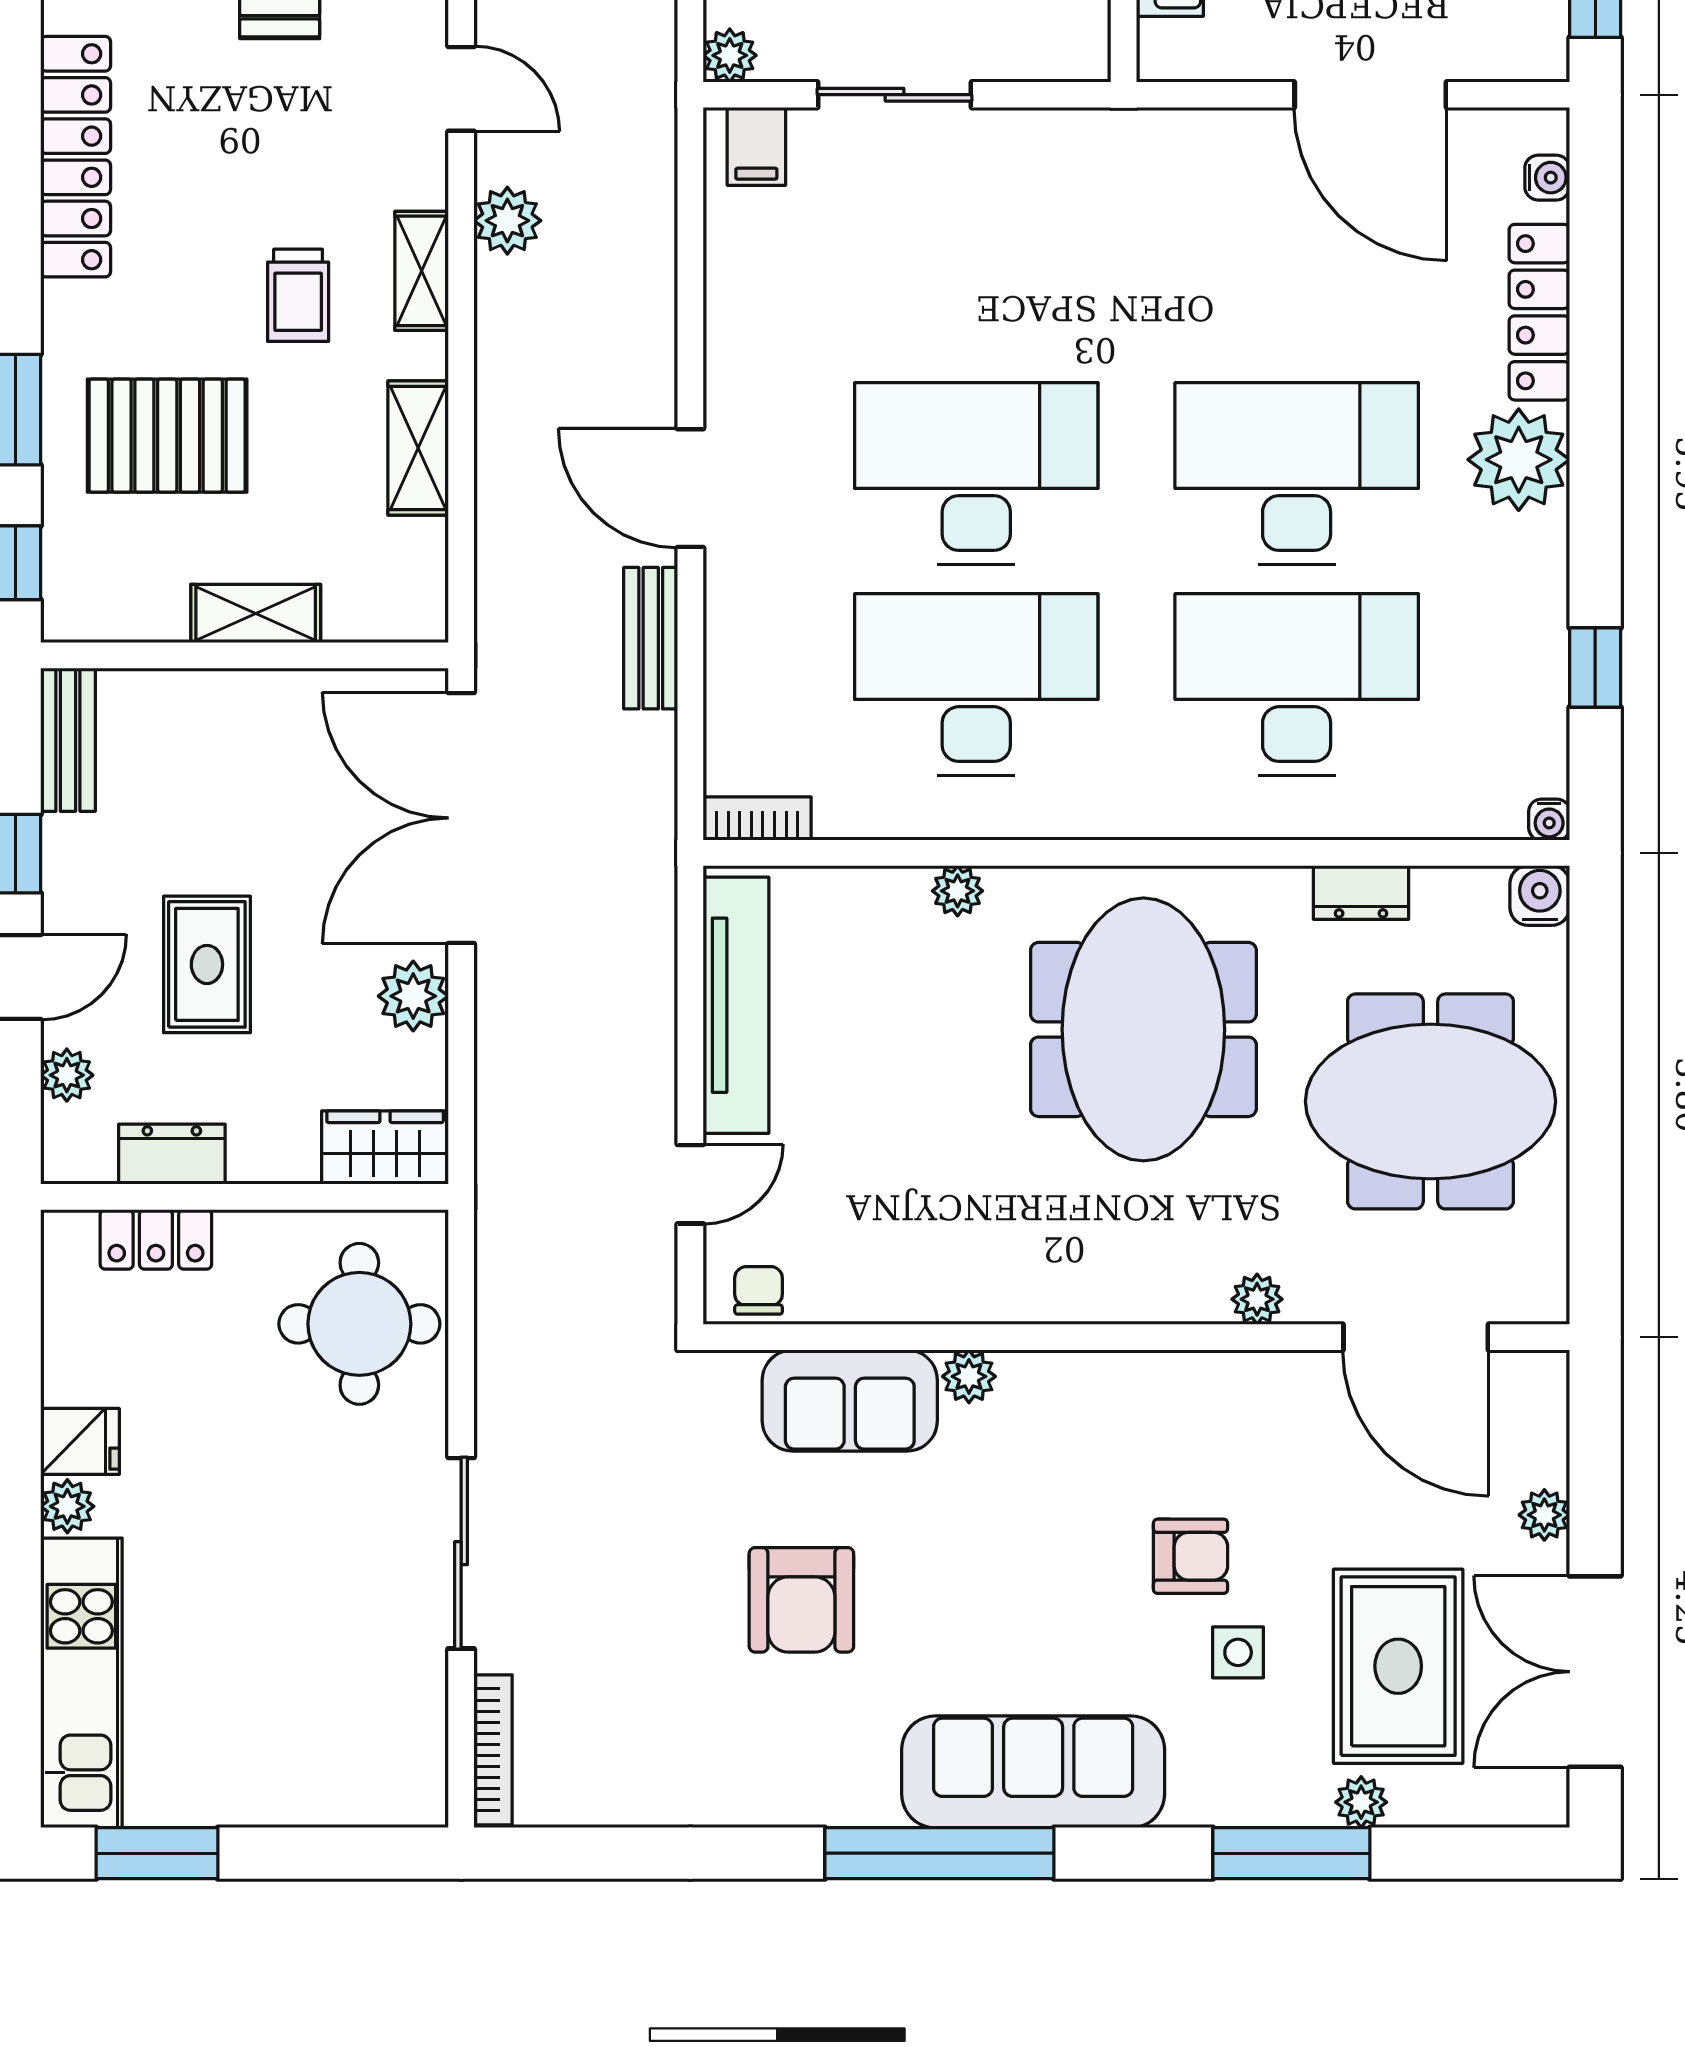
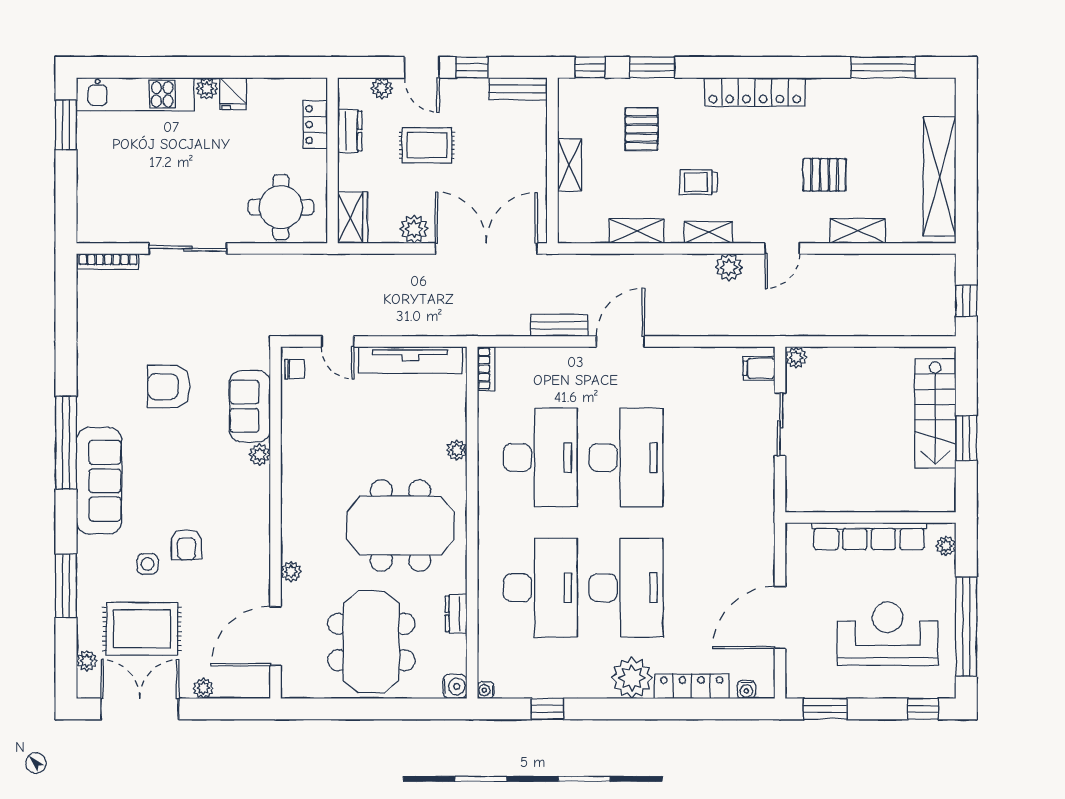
pallet: (167, 436) -> (642, 129), width x0.67, depth x0.71
plant: (1361, 1802) -> (87, 661), moved

